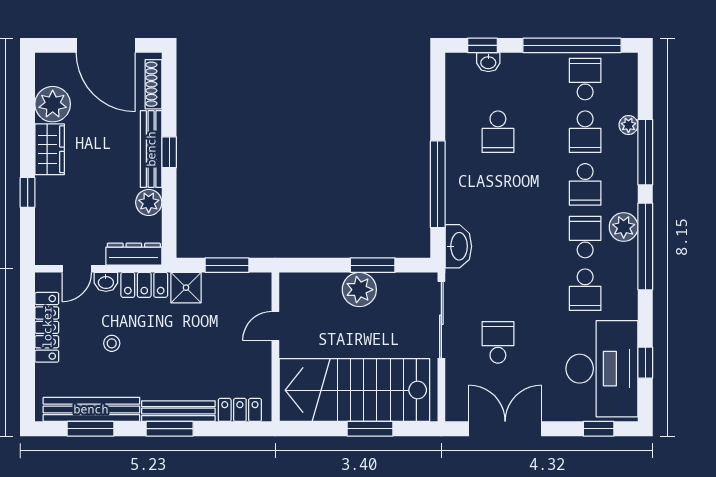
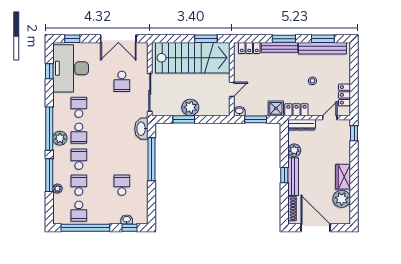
window: (28, 192) -> (354, 133), moved
washbasin: (106, 282) -> (239, 111), moved
locker: (47, 327) -> (345, 95), width x0.66
window: (370, 429) -> (206, 39), moved

